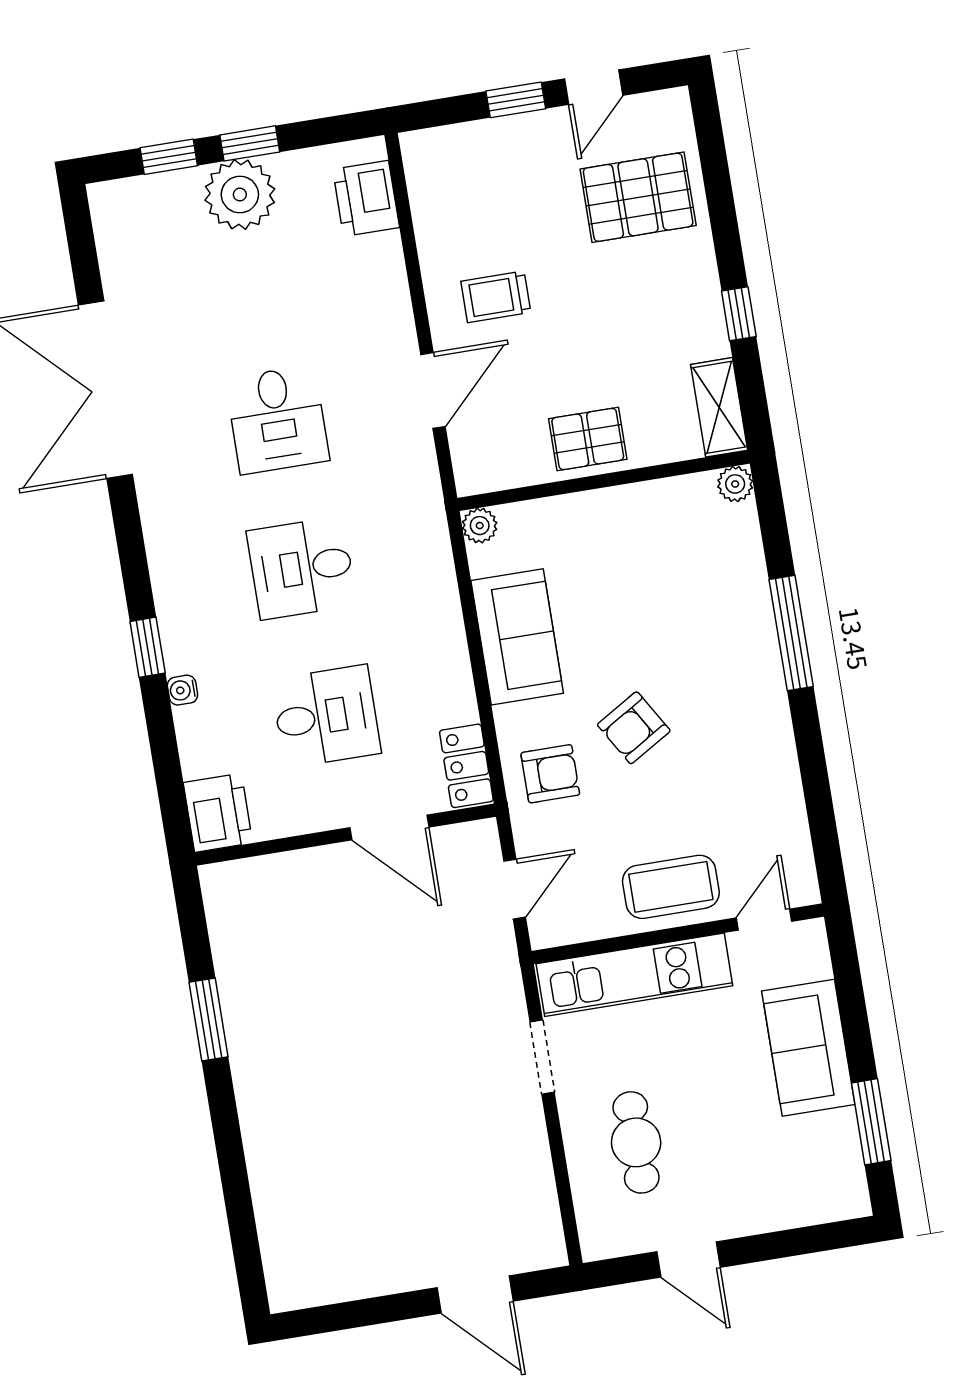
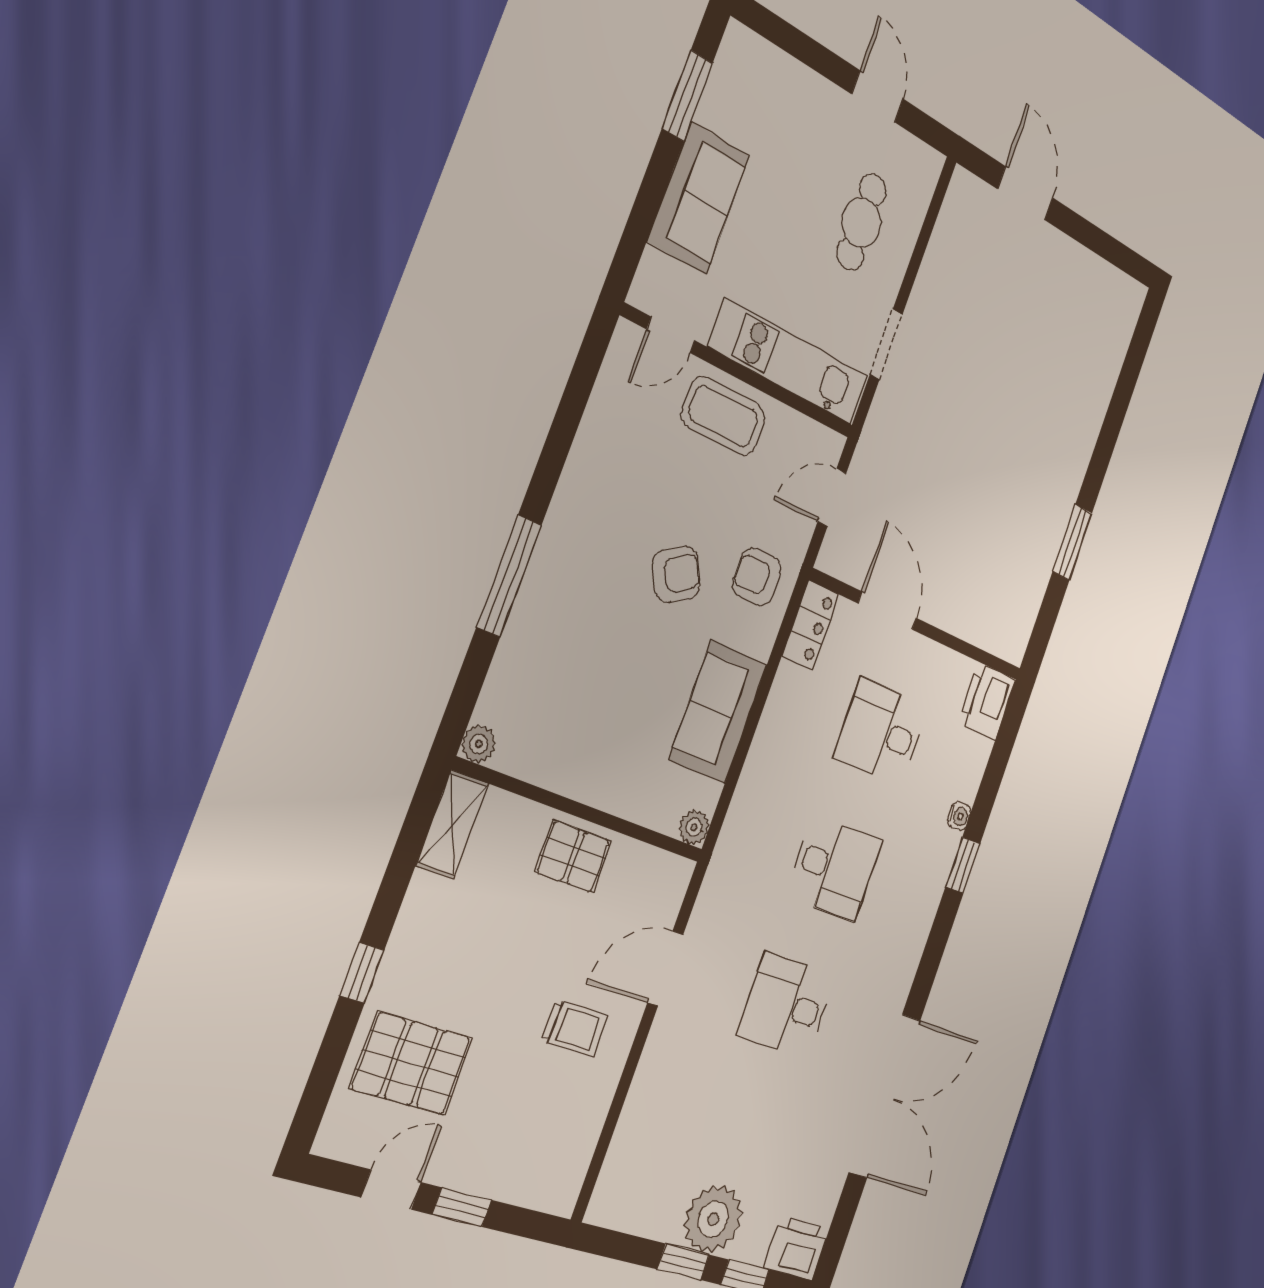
printer: (366, 198) -> (796, 1248), moved, turned -90
window: (739, 314) -> (362, 973), moved
desk: (277, 420) -> (786, 1006), turned -90

